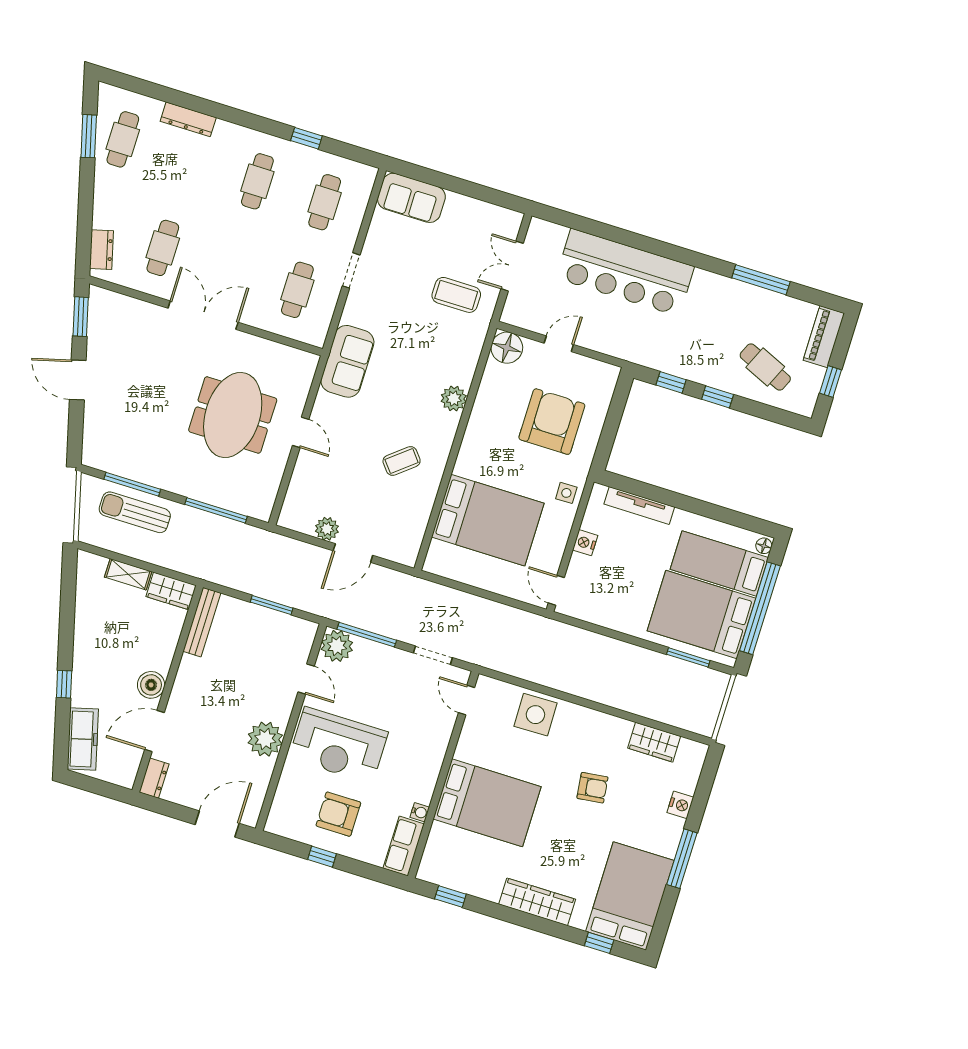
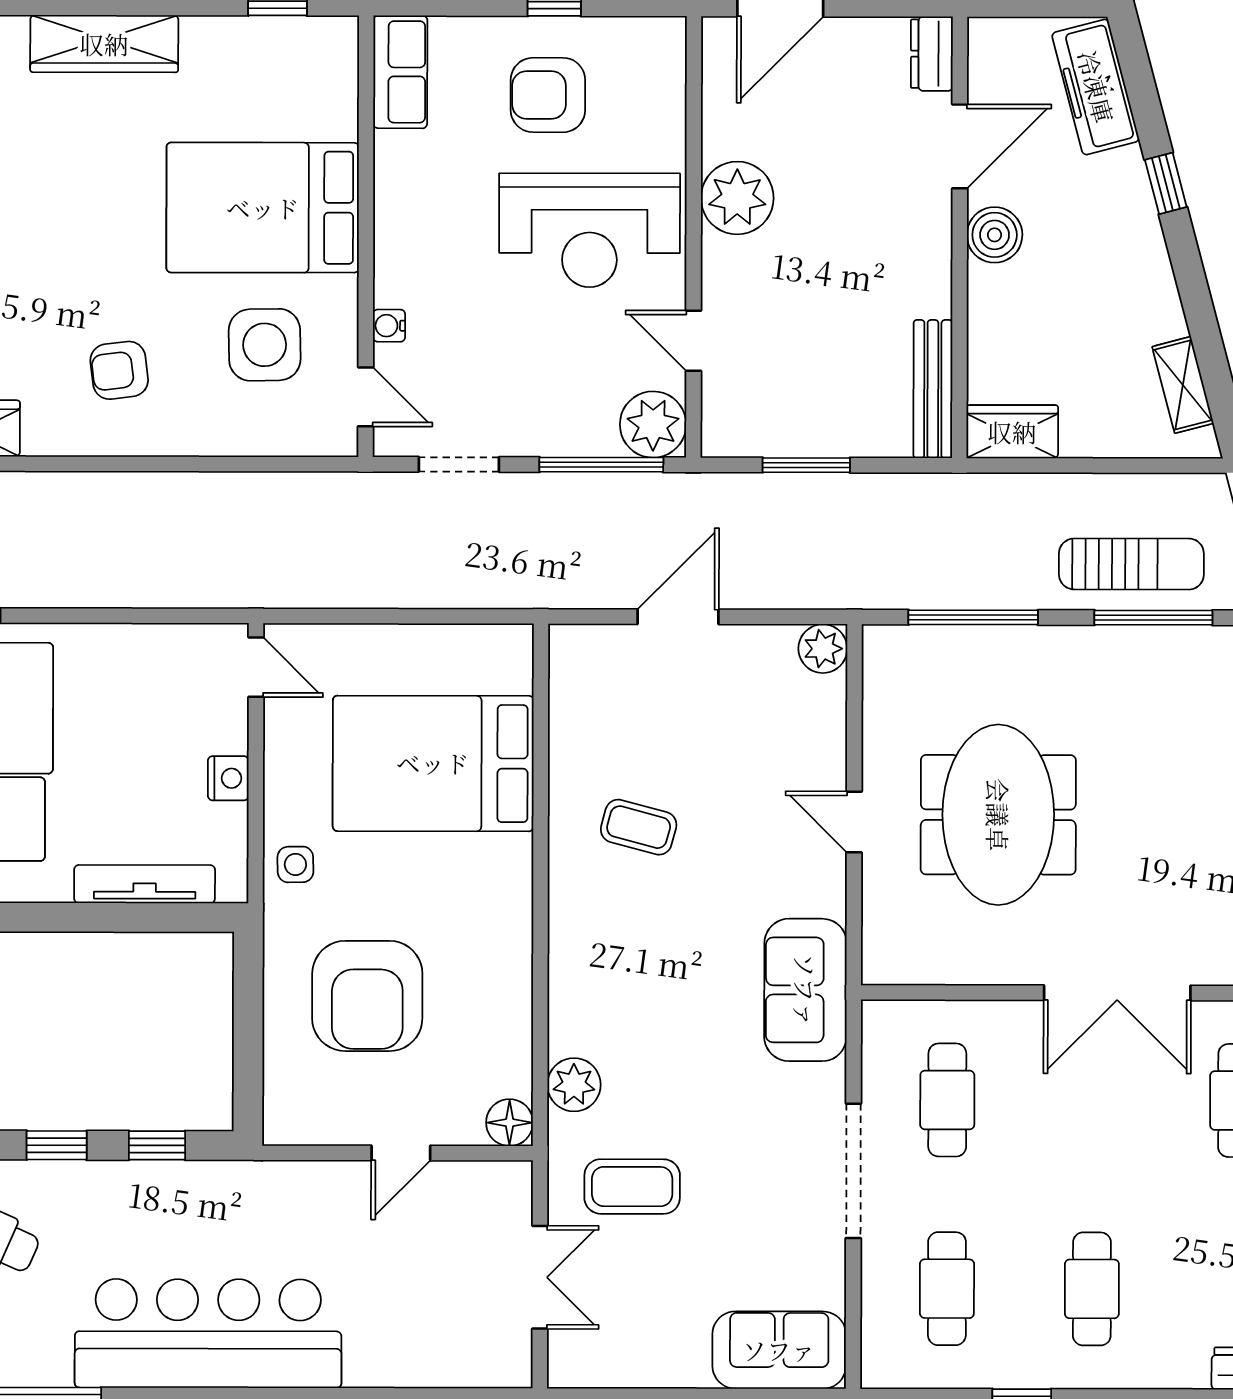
doorway: (351, 270) -> (853, 1171), width x1.87
bar counter: (625, 272) -> (208, 1333), moved
floor lamp: (507, 348) -> (510, 1123), width x0.73, depth x0.73
plant: (454, 399) -> (574, 1085), moved
coffee table: (402, 461) -> (639, 827), turned 54
plant: (327, 529) -> (823, 649), moved
shelving: (128, 574) -> (1183, 385), moved, turned 75
side table: (535, 715) -> (265, 345), moved
reception desk: (339, 745) -> (590, 230), turned 180
armchair: (592, 788) -> (119, 370), moved
water cooler: (420, 812) -> (389, 326), moved
armchair: (338, 814) -> (548, 95), turned 180

